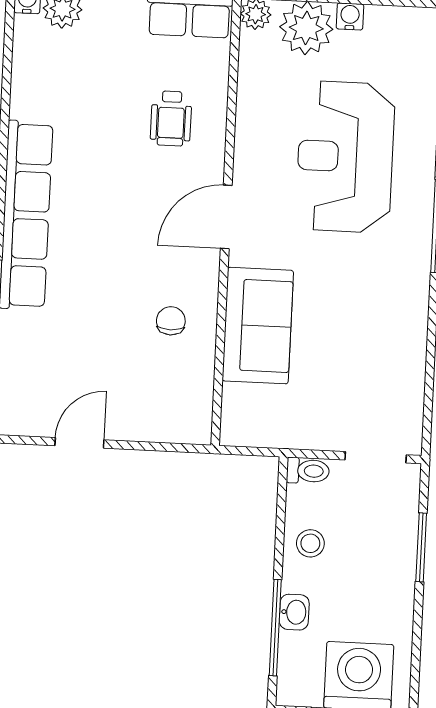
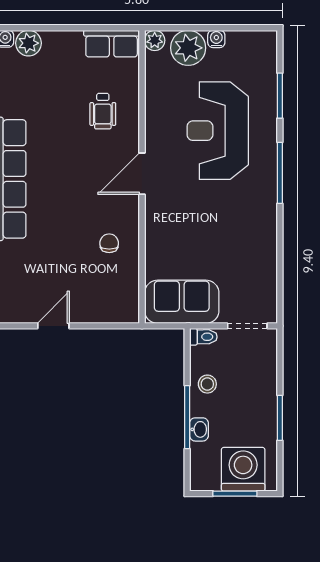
sofa: (258, 326) -> (182, 302), moved, turned -90
window: (421, 547) -> (280, 418), moved
window: (275, 628) -> (187, 417), moved

